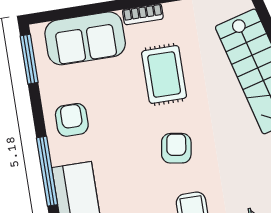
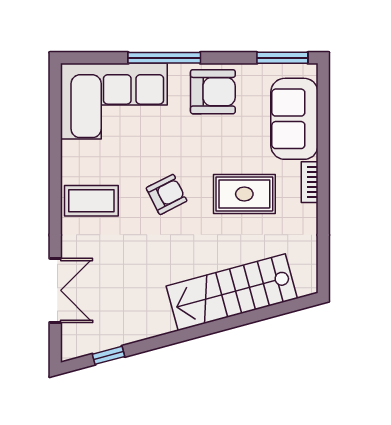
armchair: (72, 120) -> (213, 92), width x1.38, depth x1.38
armchair: (176, 148) -> (167, 194), turned -36

